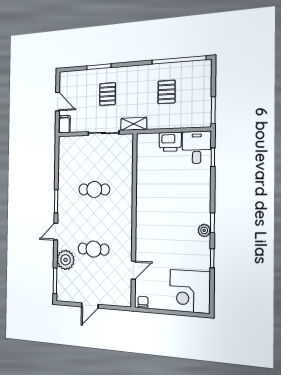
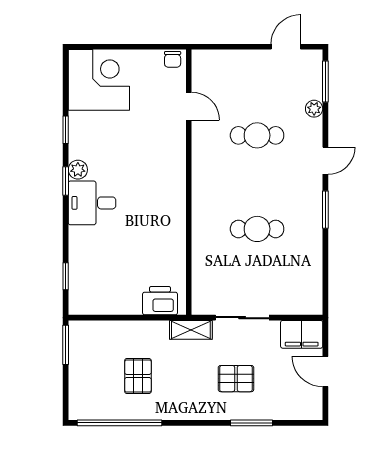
pallet: (107, 94) -> (236, 379), turned 90
filing cabinet: (64, 124) -> (302, 334), width x2.00
printer: (170, 142) -> (160, 301), moved
desk: (197, 147) -> (92, 203), moved, turned 90
plant: (66, 260) -> (314, 109), width x0.53, depth x0.53
door: (133, 270) -> (189, 106), swing flipped
door: (90, 306) -> (286, 47), moved

